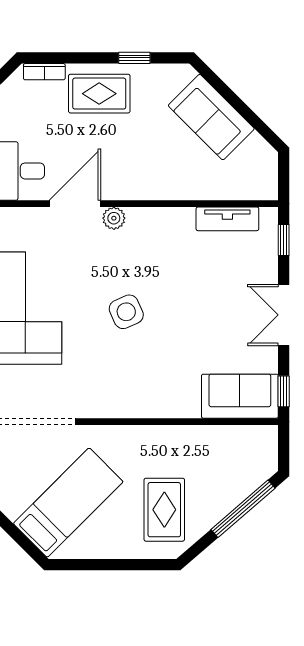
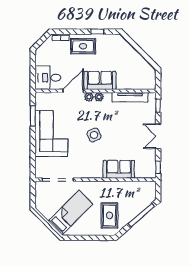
sofa: (211, 117) -> (100, 80), moved, turned 135
plant: (139, 218) -> (99, 97), added
tv unit: (227, 219) -> (130, 97), width x1.41
sofa: (240, 396) -> (119, 169), moved

